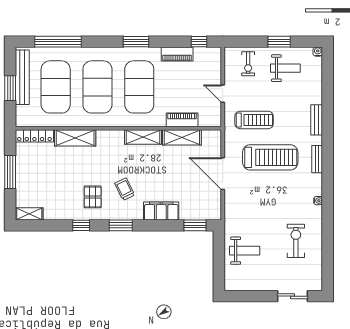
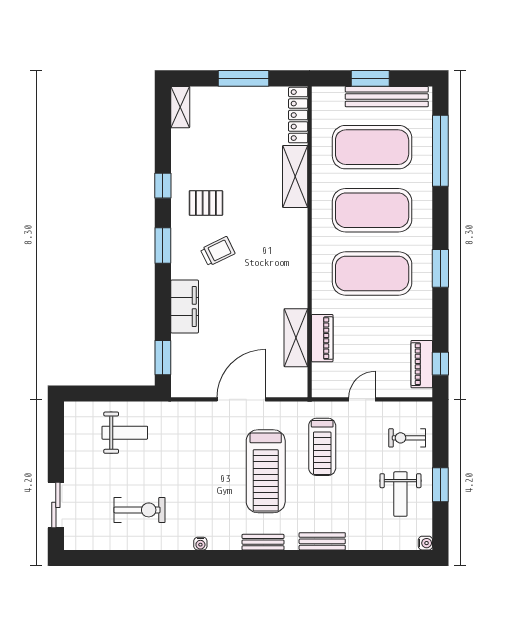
piano: (177, 54) -> (422, 364), moved
shelving: (143, 137) -> (296, 279), removed
weight bench: (245, 251) -> (125, 433), turned -90

